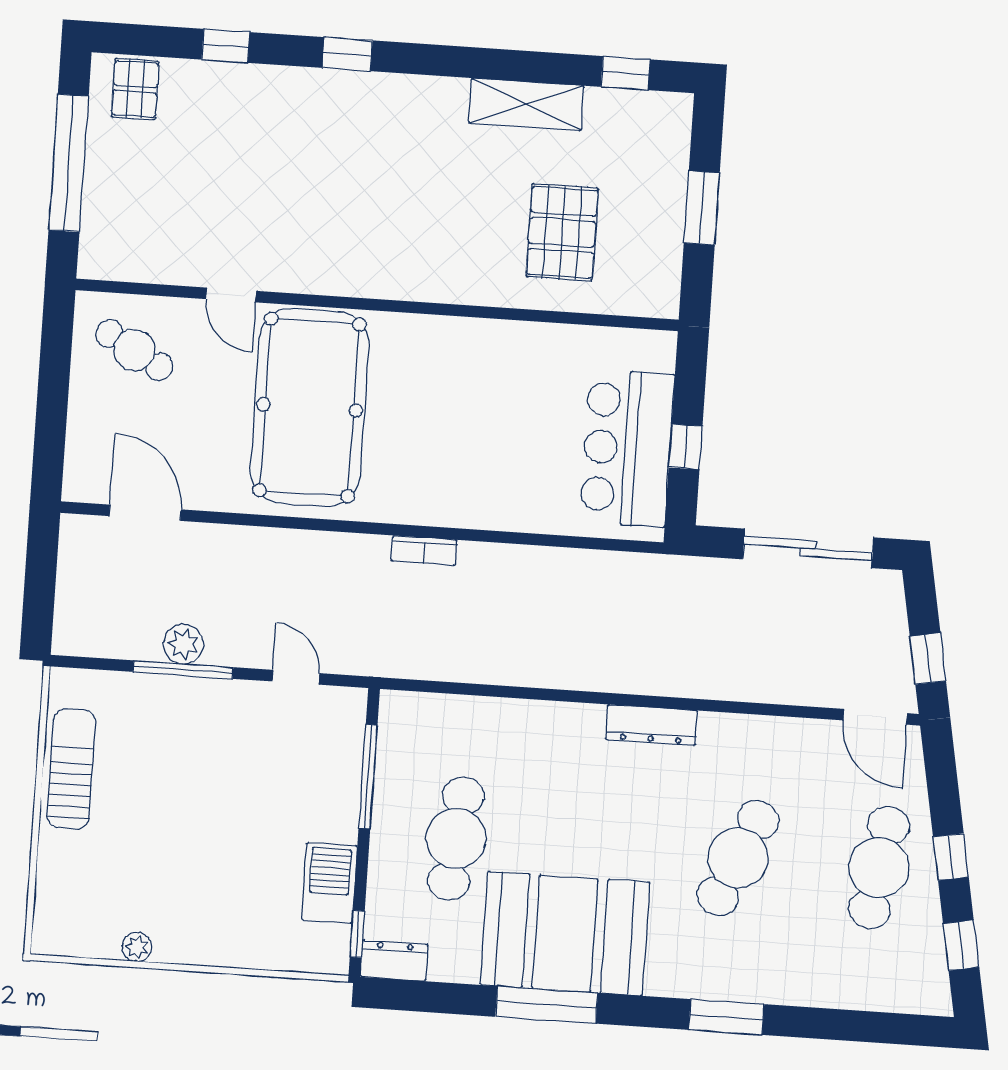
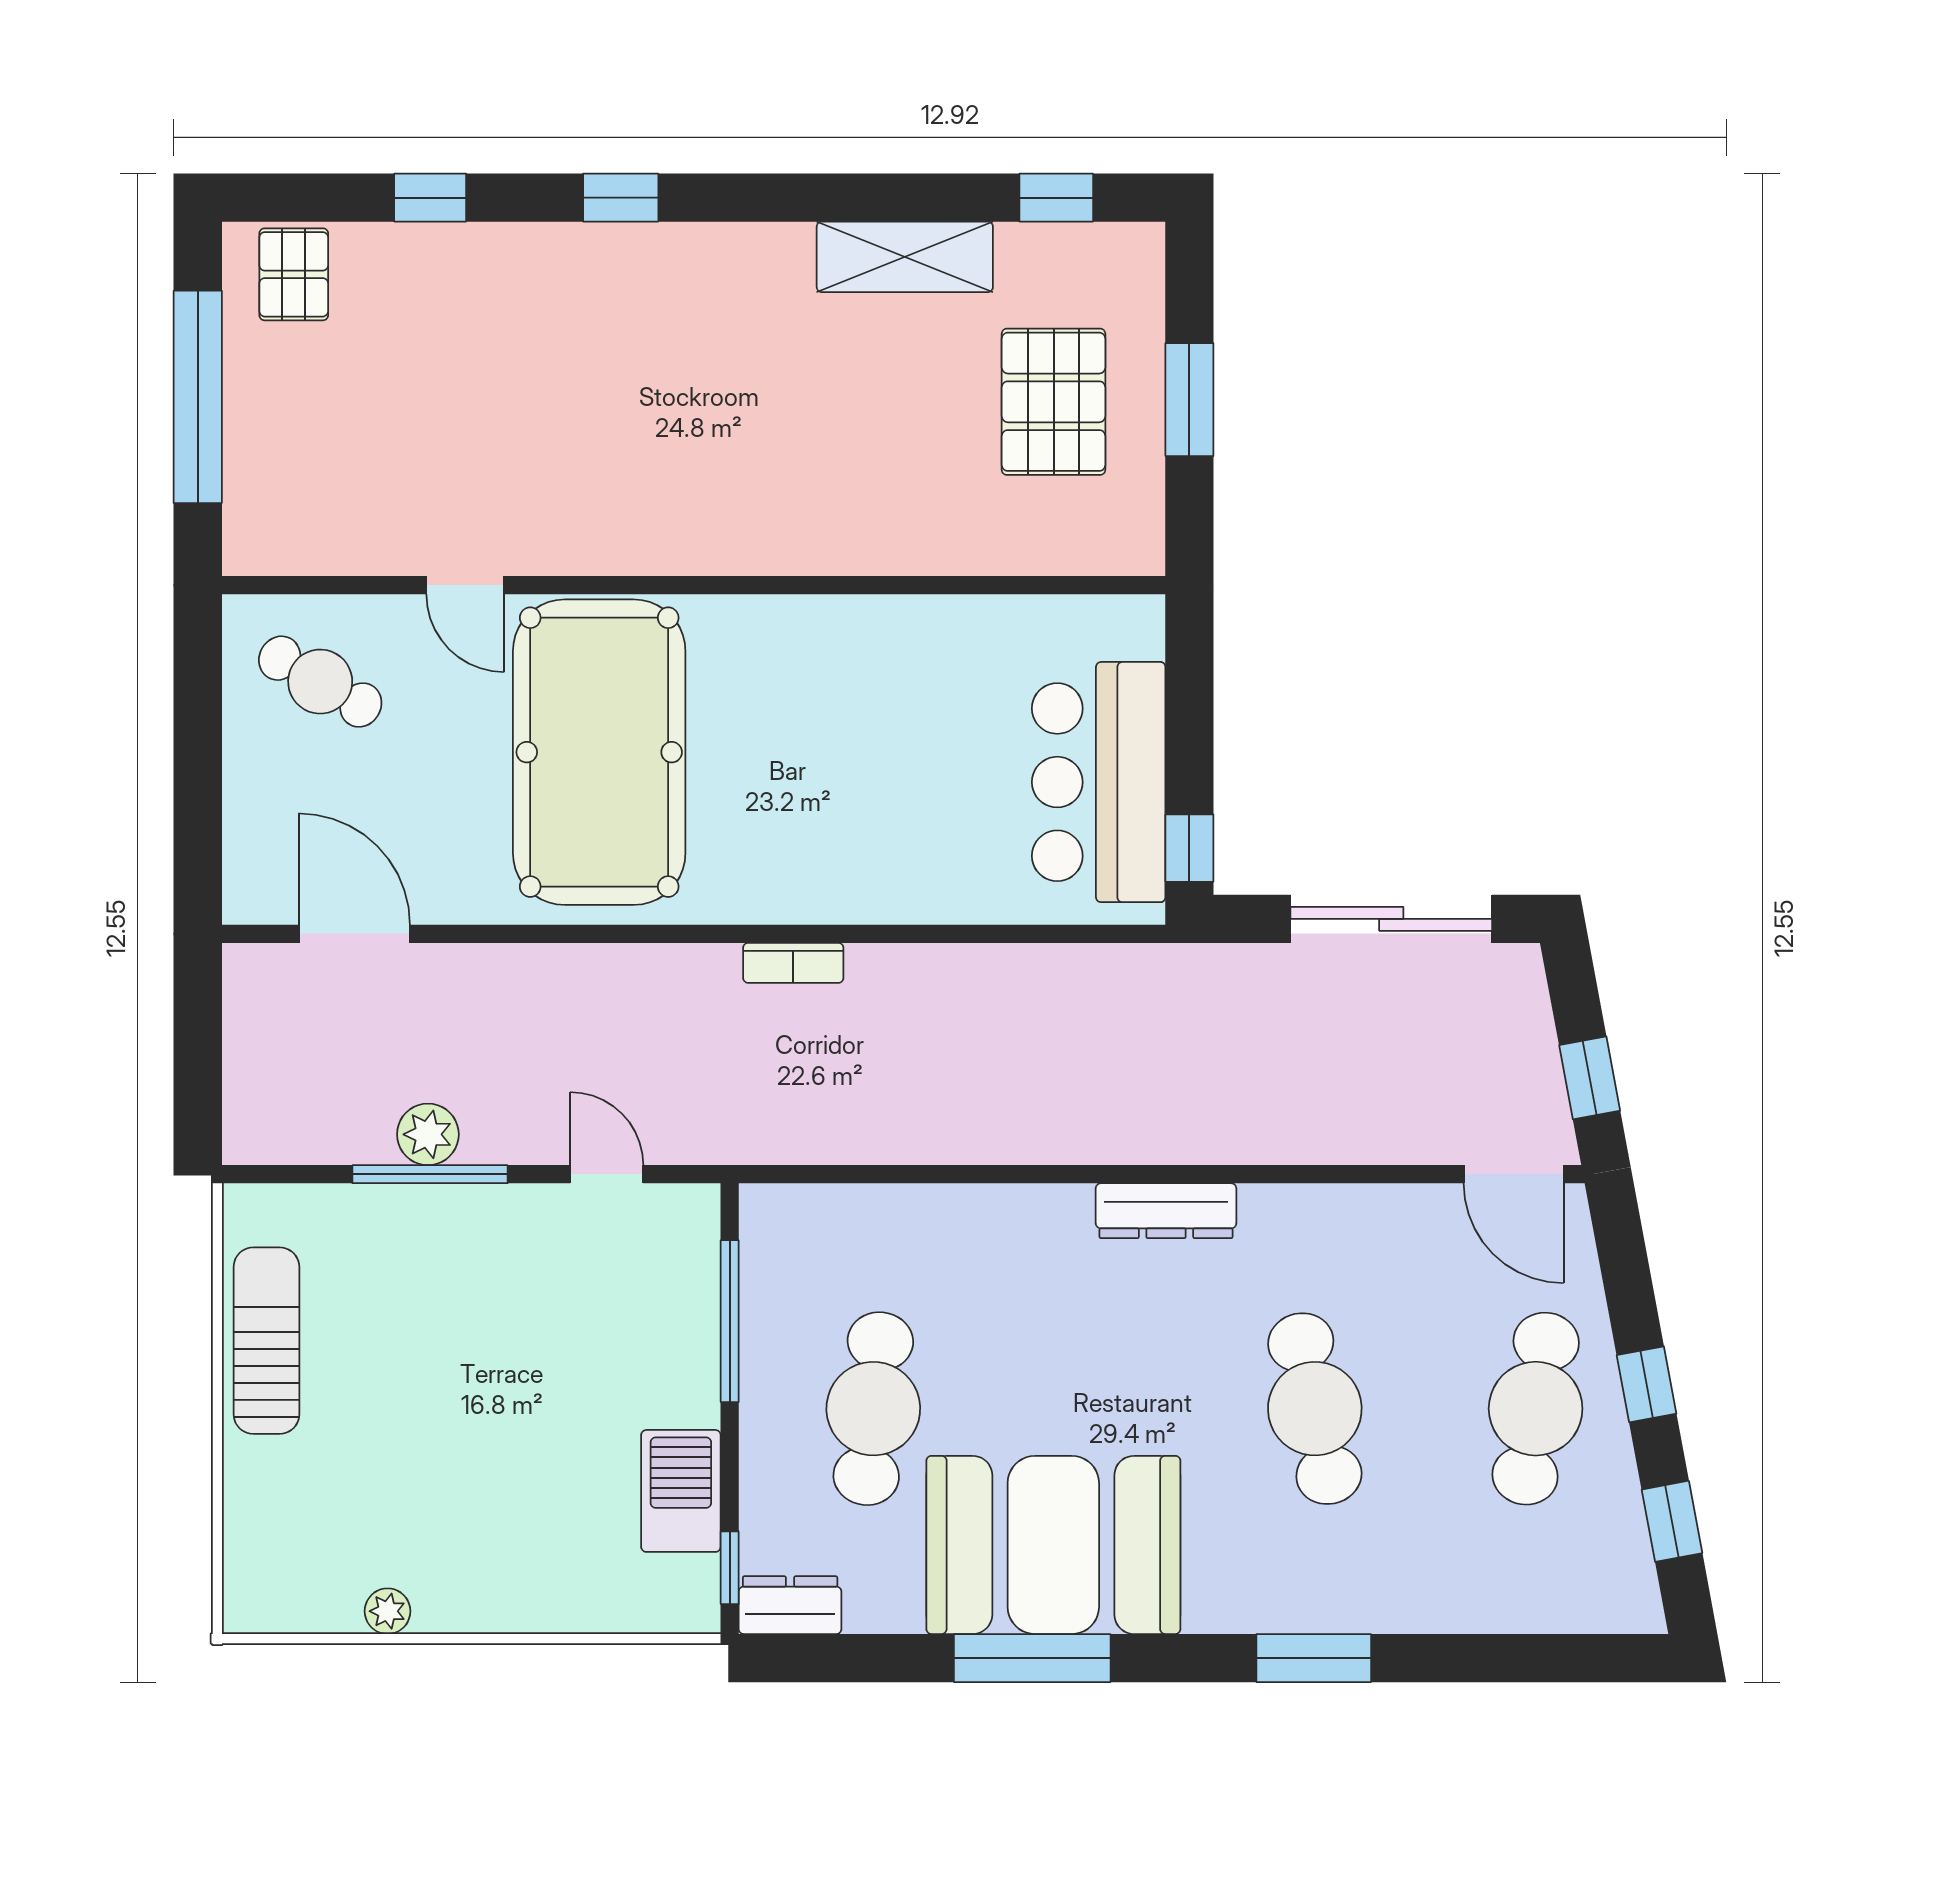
pallet: (562, 232) -> (1054, 402), moved
window: (686, 447) -> (1189, 848), moved
cafe table: (738, 858) -> (1315, 1409), turned -36

